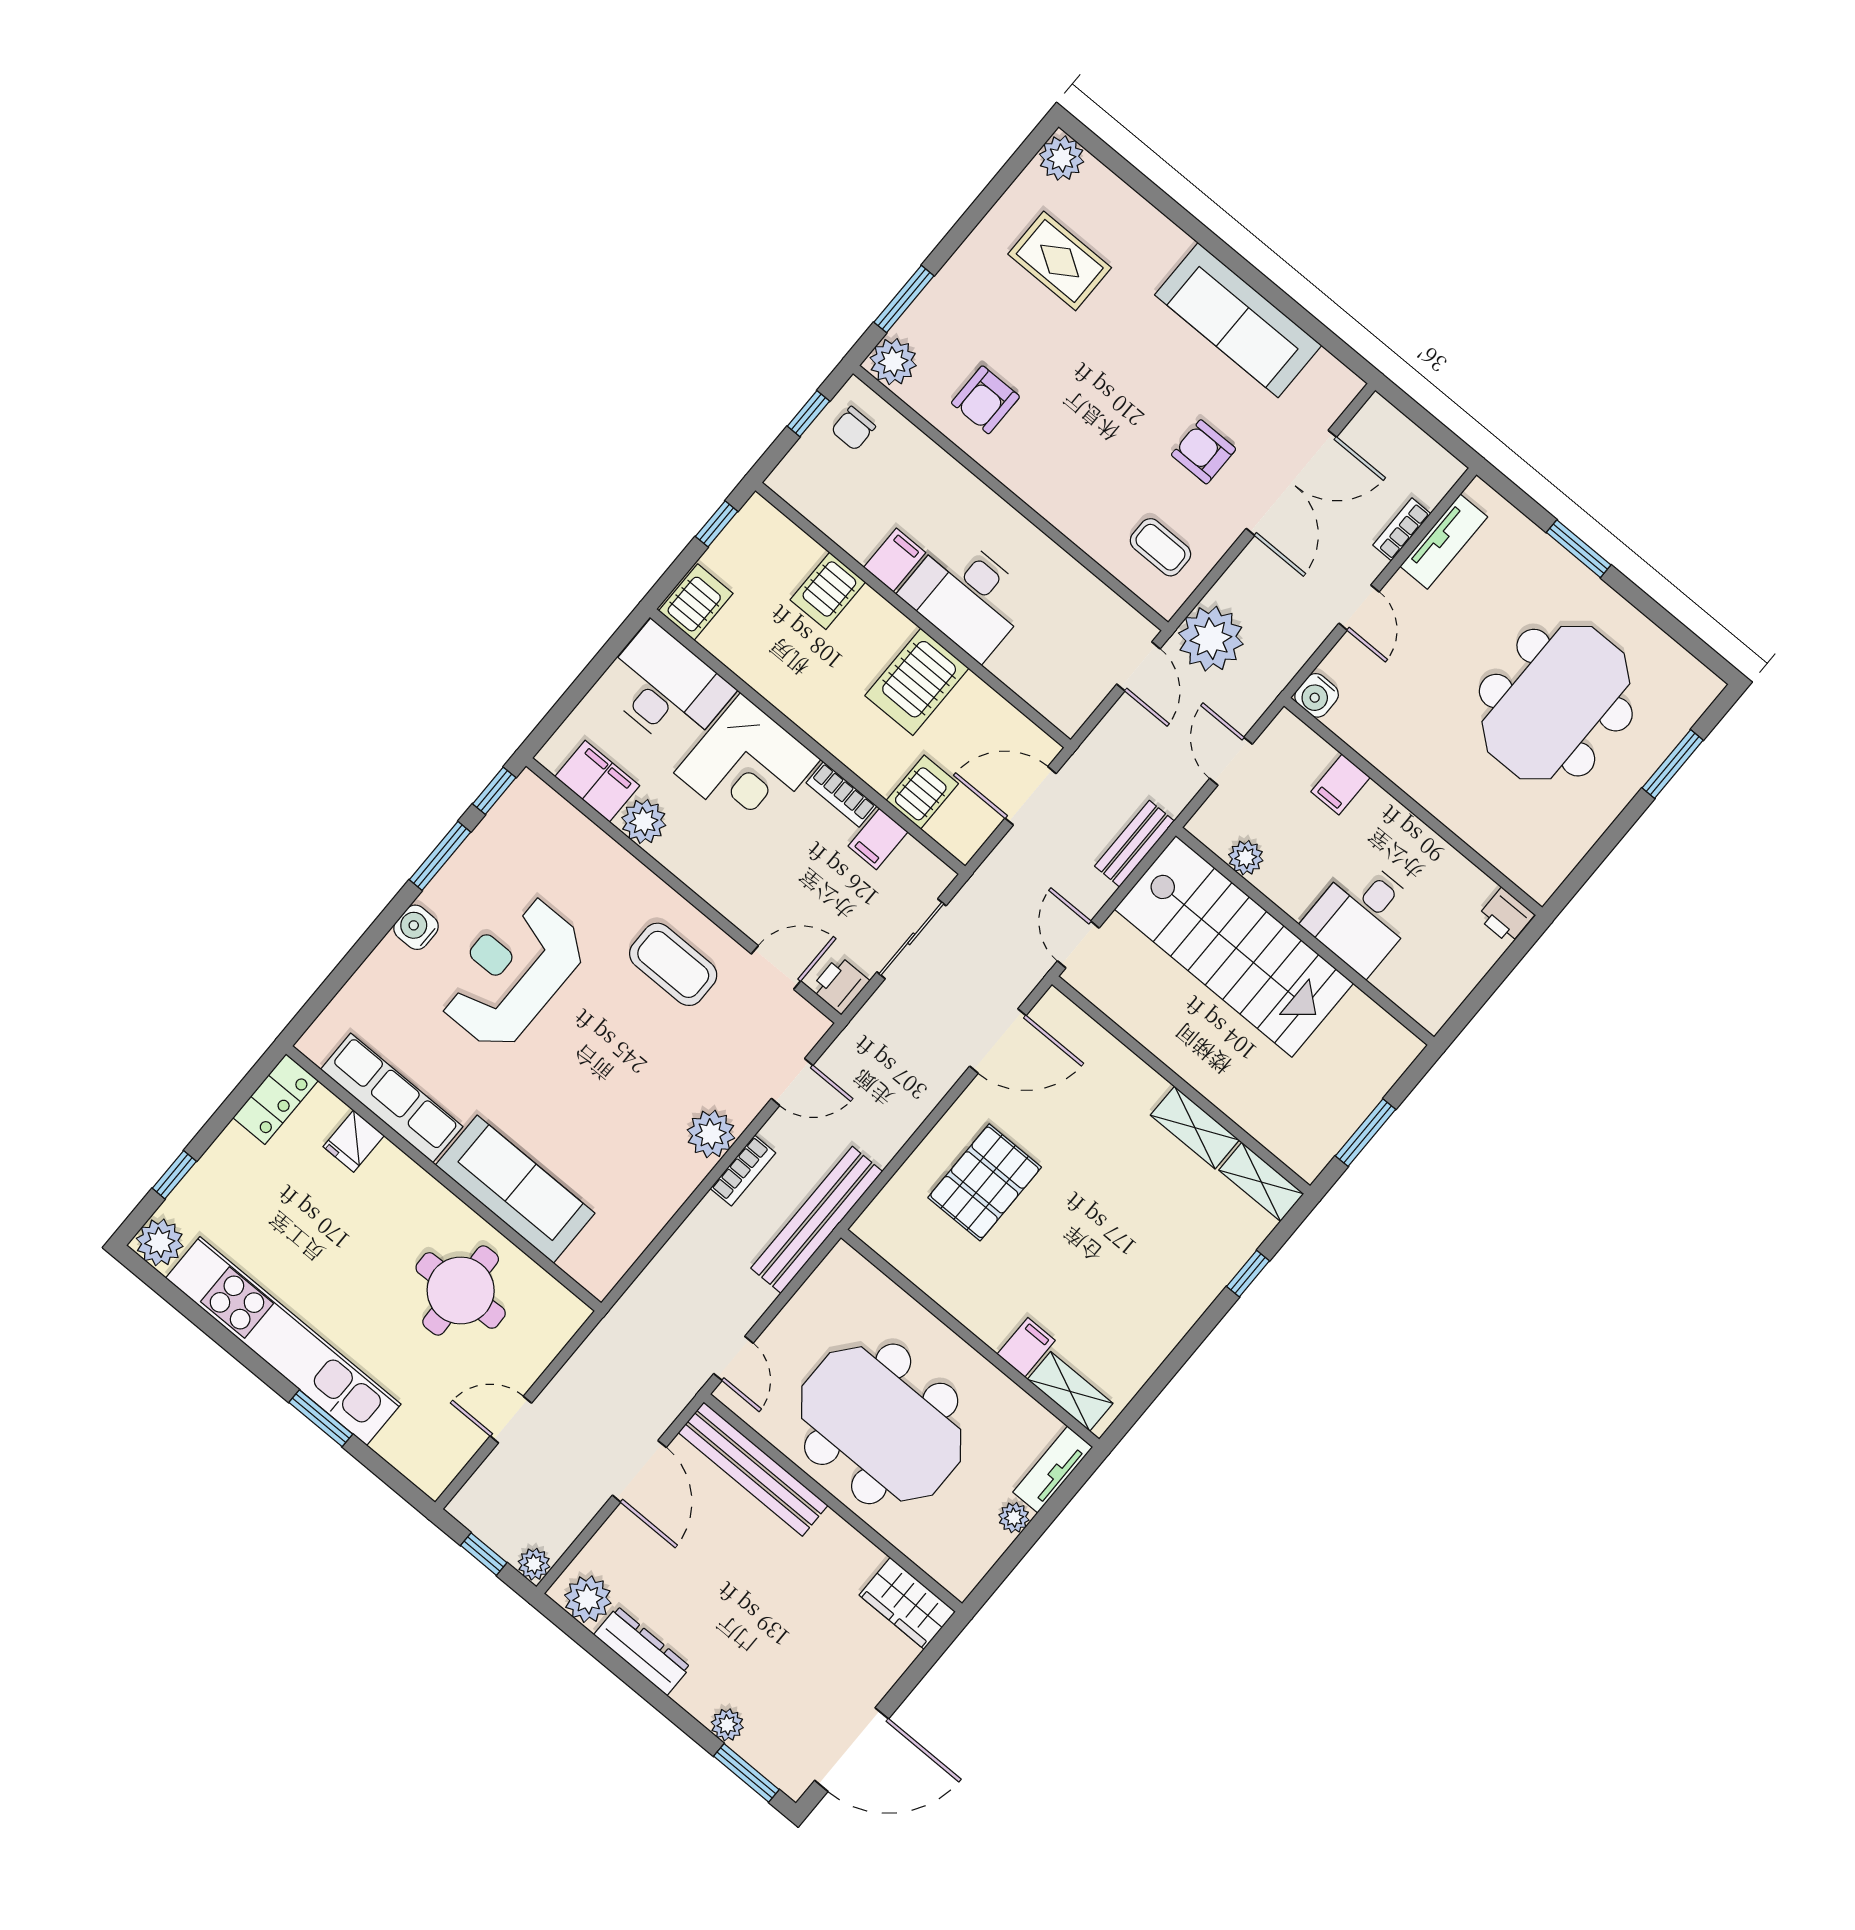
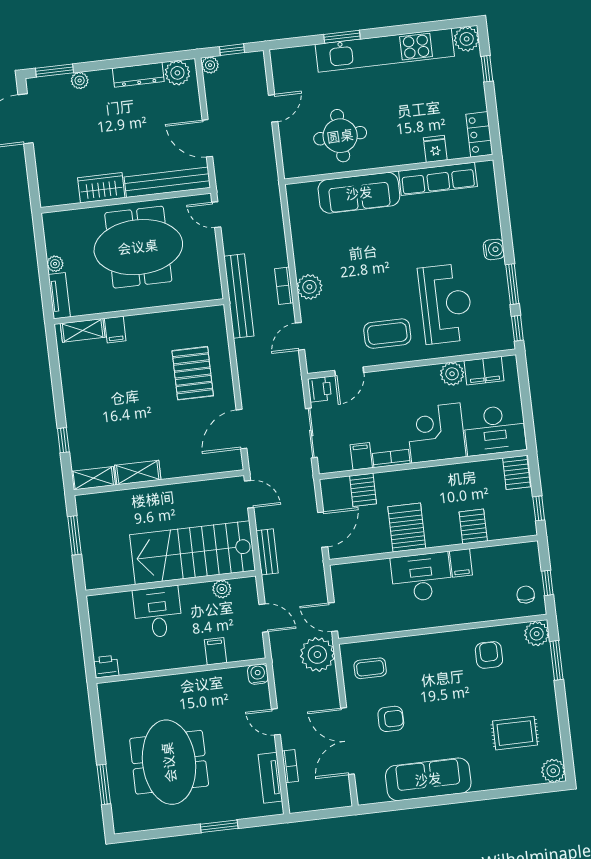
reception desk: (512, 972) -> (446, 304), moved
wardrobe: (907, 1603) -> (101, 188), moved

